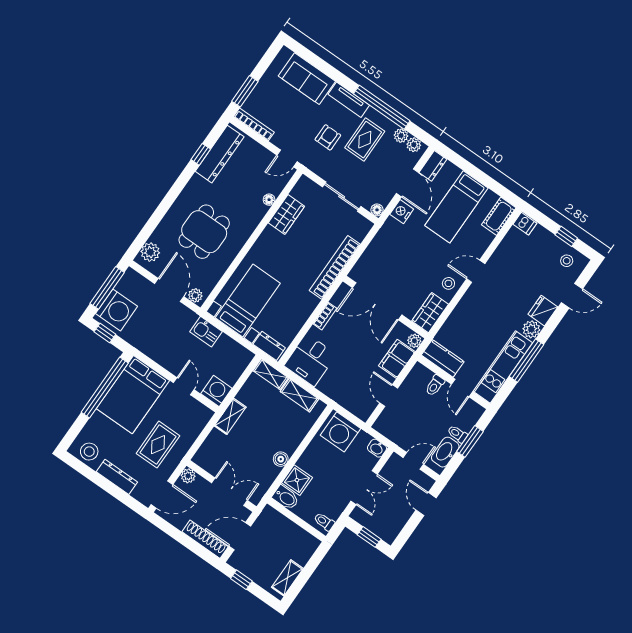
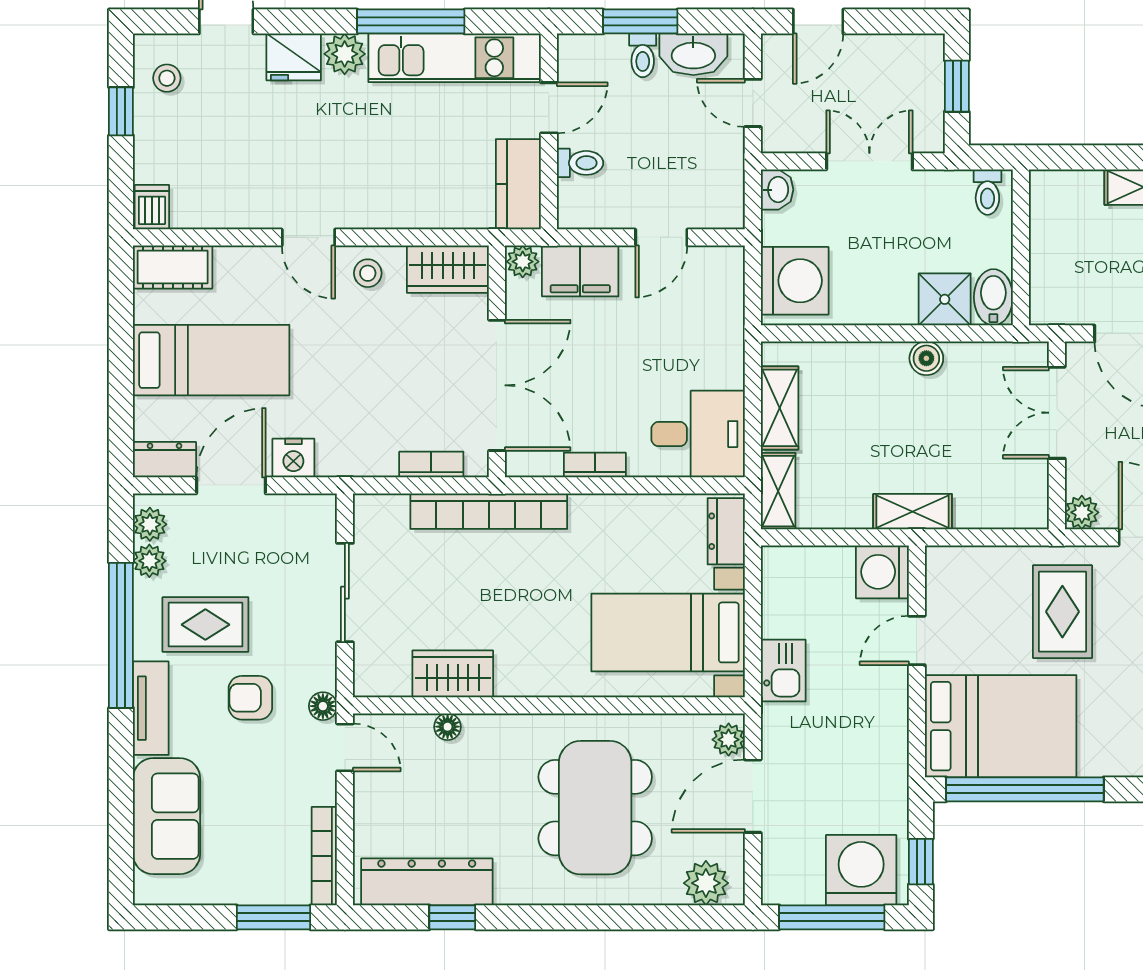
floor lamp: (377, 210) -> (323, 706), moved
dining table: (204, 232) -> (595, 808), width x1.38
bookcase: (365, 259) -> (431, 465), added
rug: (158, 445) -> (1062, 612), turned 90

